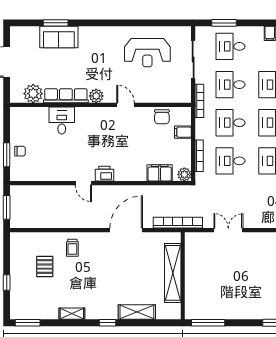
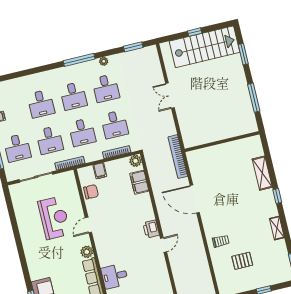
reception desk: (147, 53) -> (54, 218), moved
double door: (228, 230) -> (170, 96), moved
shelving: (173, 273) -> (222, 151), removed
window: (208, 323) -> (254, 98), moved

